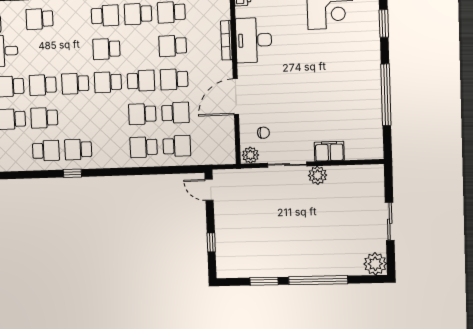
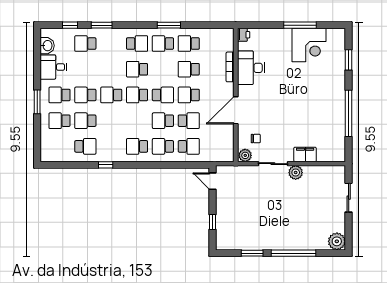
school desk: (78, 149) -> (137, 146), moved
sliding door: (390, 221) -> (349, 198), moved

